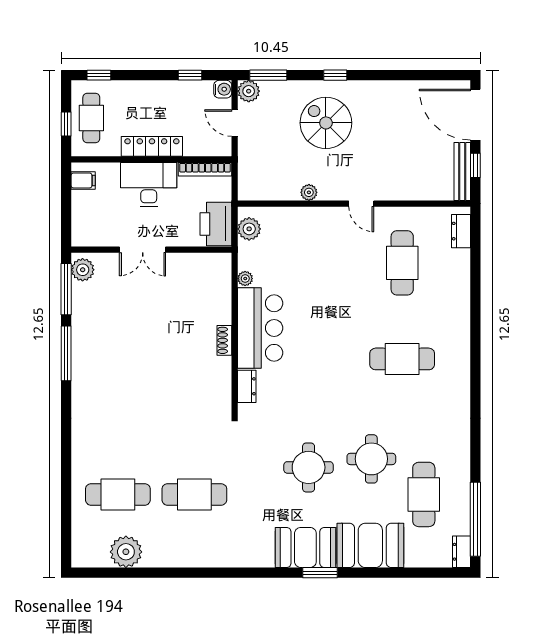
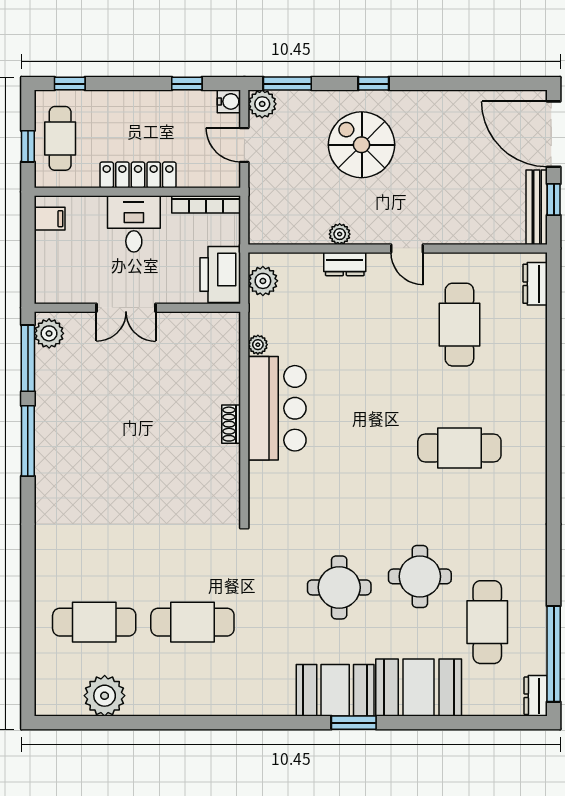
desk: (149, 184) -> (134, 224), width x0.73
dresser: (247, 386) -> (345, 264), moved, turned 90

